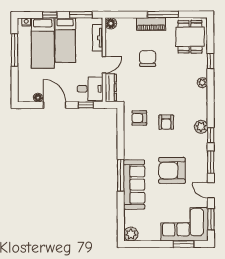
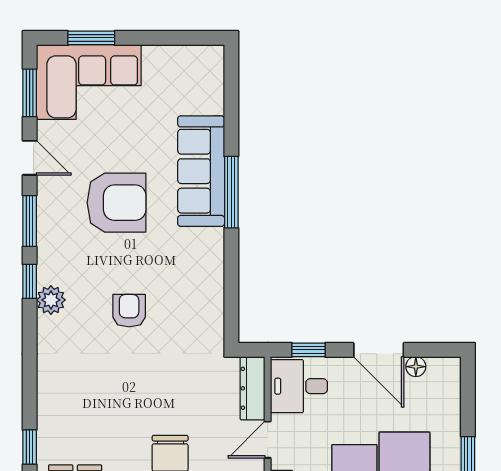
plant: (202, 83) -> (48, 399), removed
armchair: (139, 118) -> (189, 320), removed
plant: (131, 234) -> (209, 60), removed

